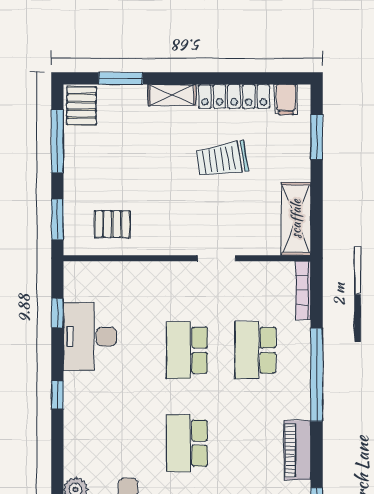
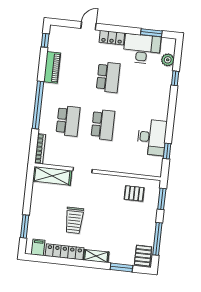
trolley: (222, 159) -> (74, 220), turned 99
shelving: (296, 219) -> (52, 176), moved, turned 90
window: (57, 395) -> (175, 78), moved

